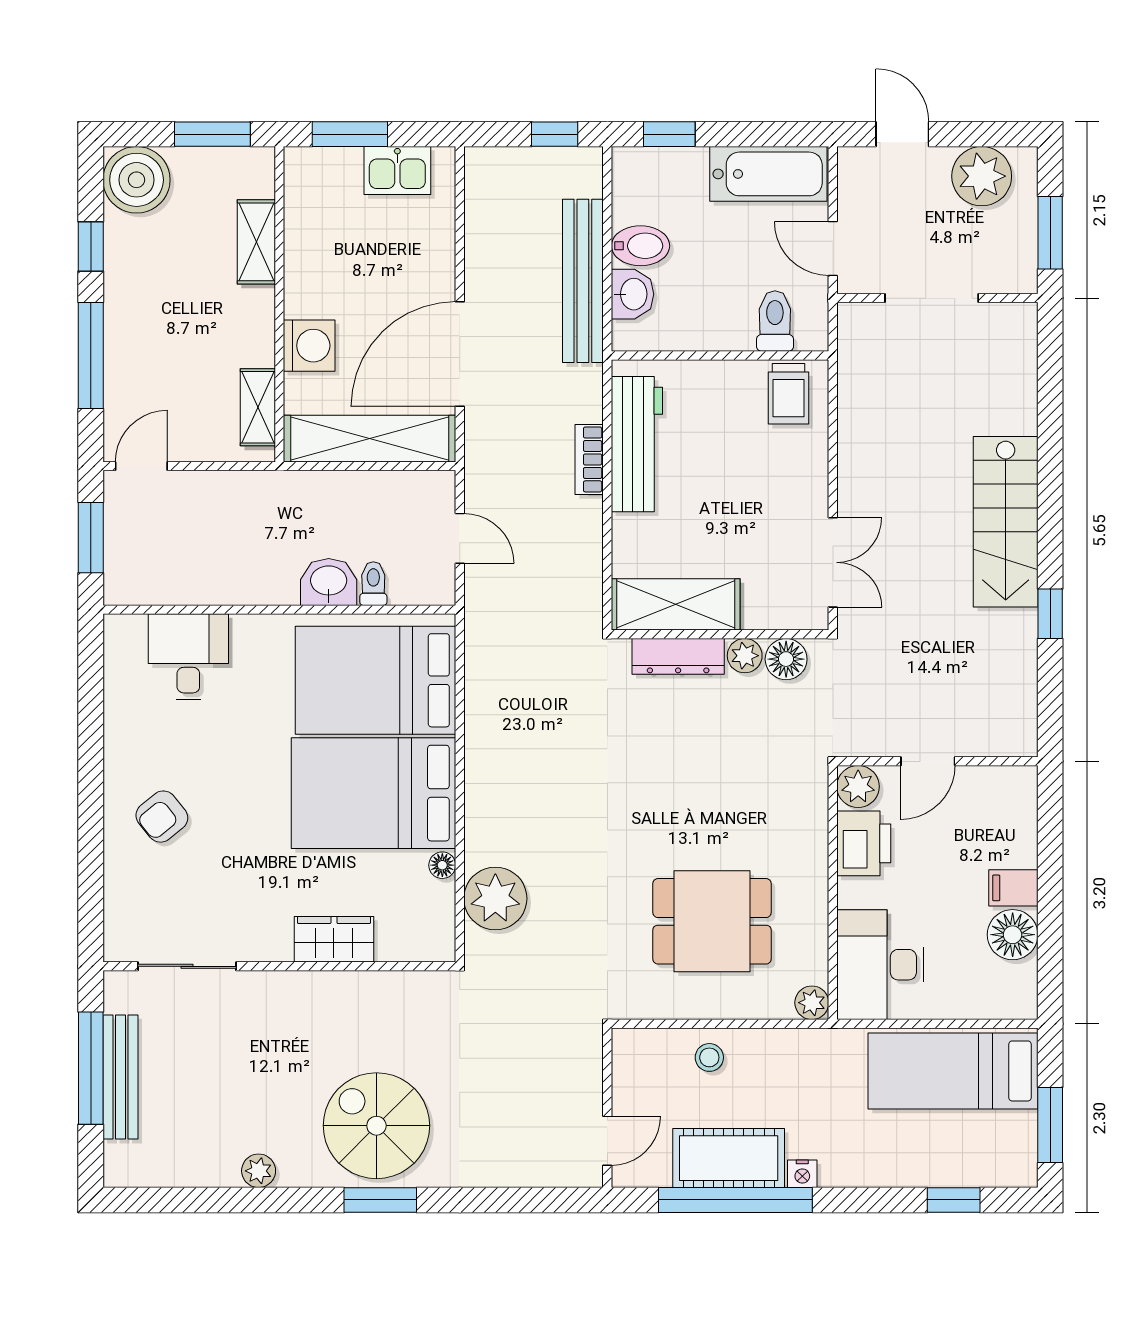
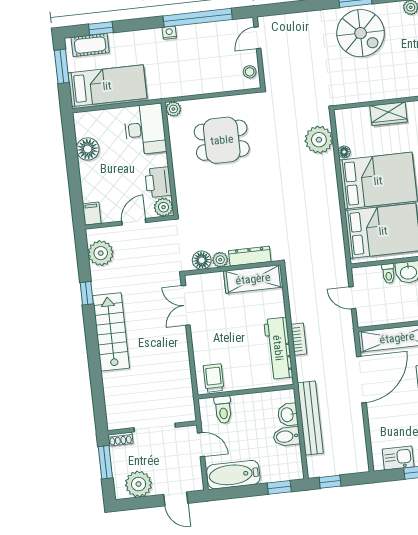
shoe rack: (1011, 281) -> (120, 439), added
plant: (1009, 700) -> (101, 253), added
filing cabinet: (1013, 888) -> (92, 214), moved, turned -90
stool: (709, 1057) -> (250, 72), moved
cot: (729, 1158) -> (90, 45), moved, width x0.73, depth x0.75

